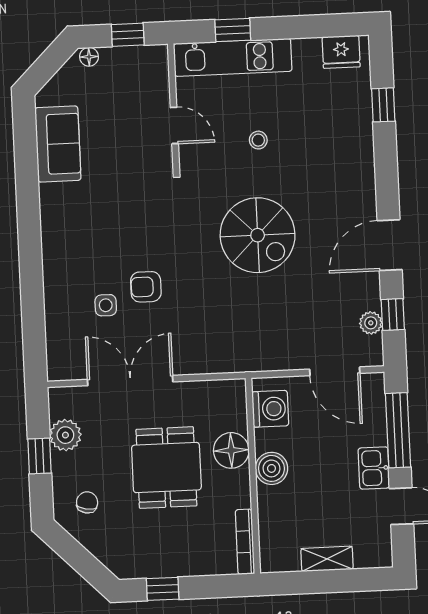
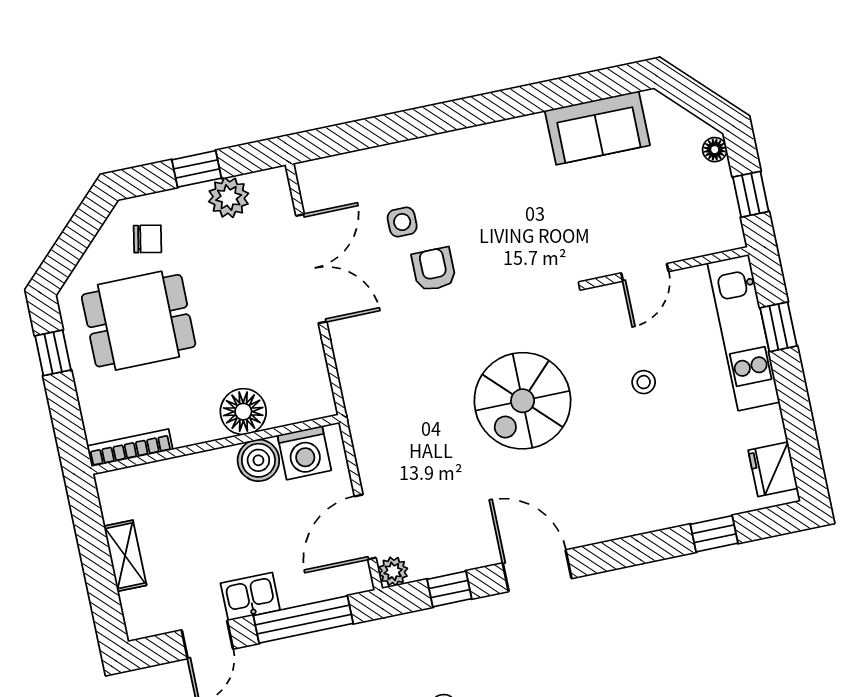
plant: (371, 323) -> (393, 571), moved
dining table: (166, 468) -> (139, 321), moved
boiler: (271, 468) -> (258, 460), moved

